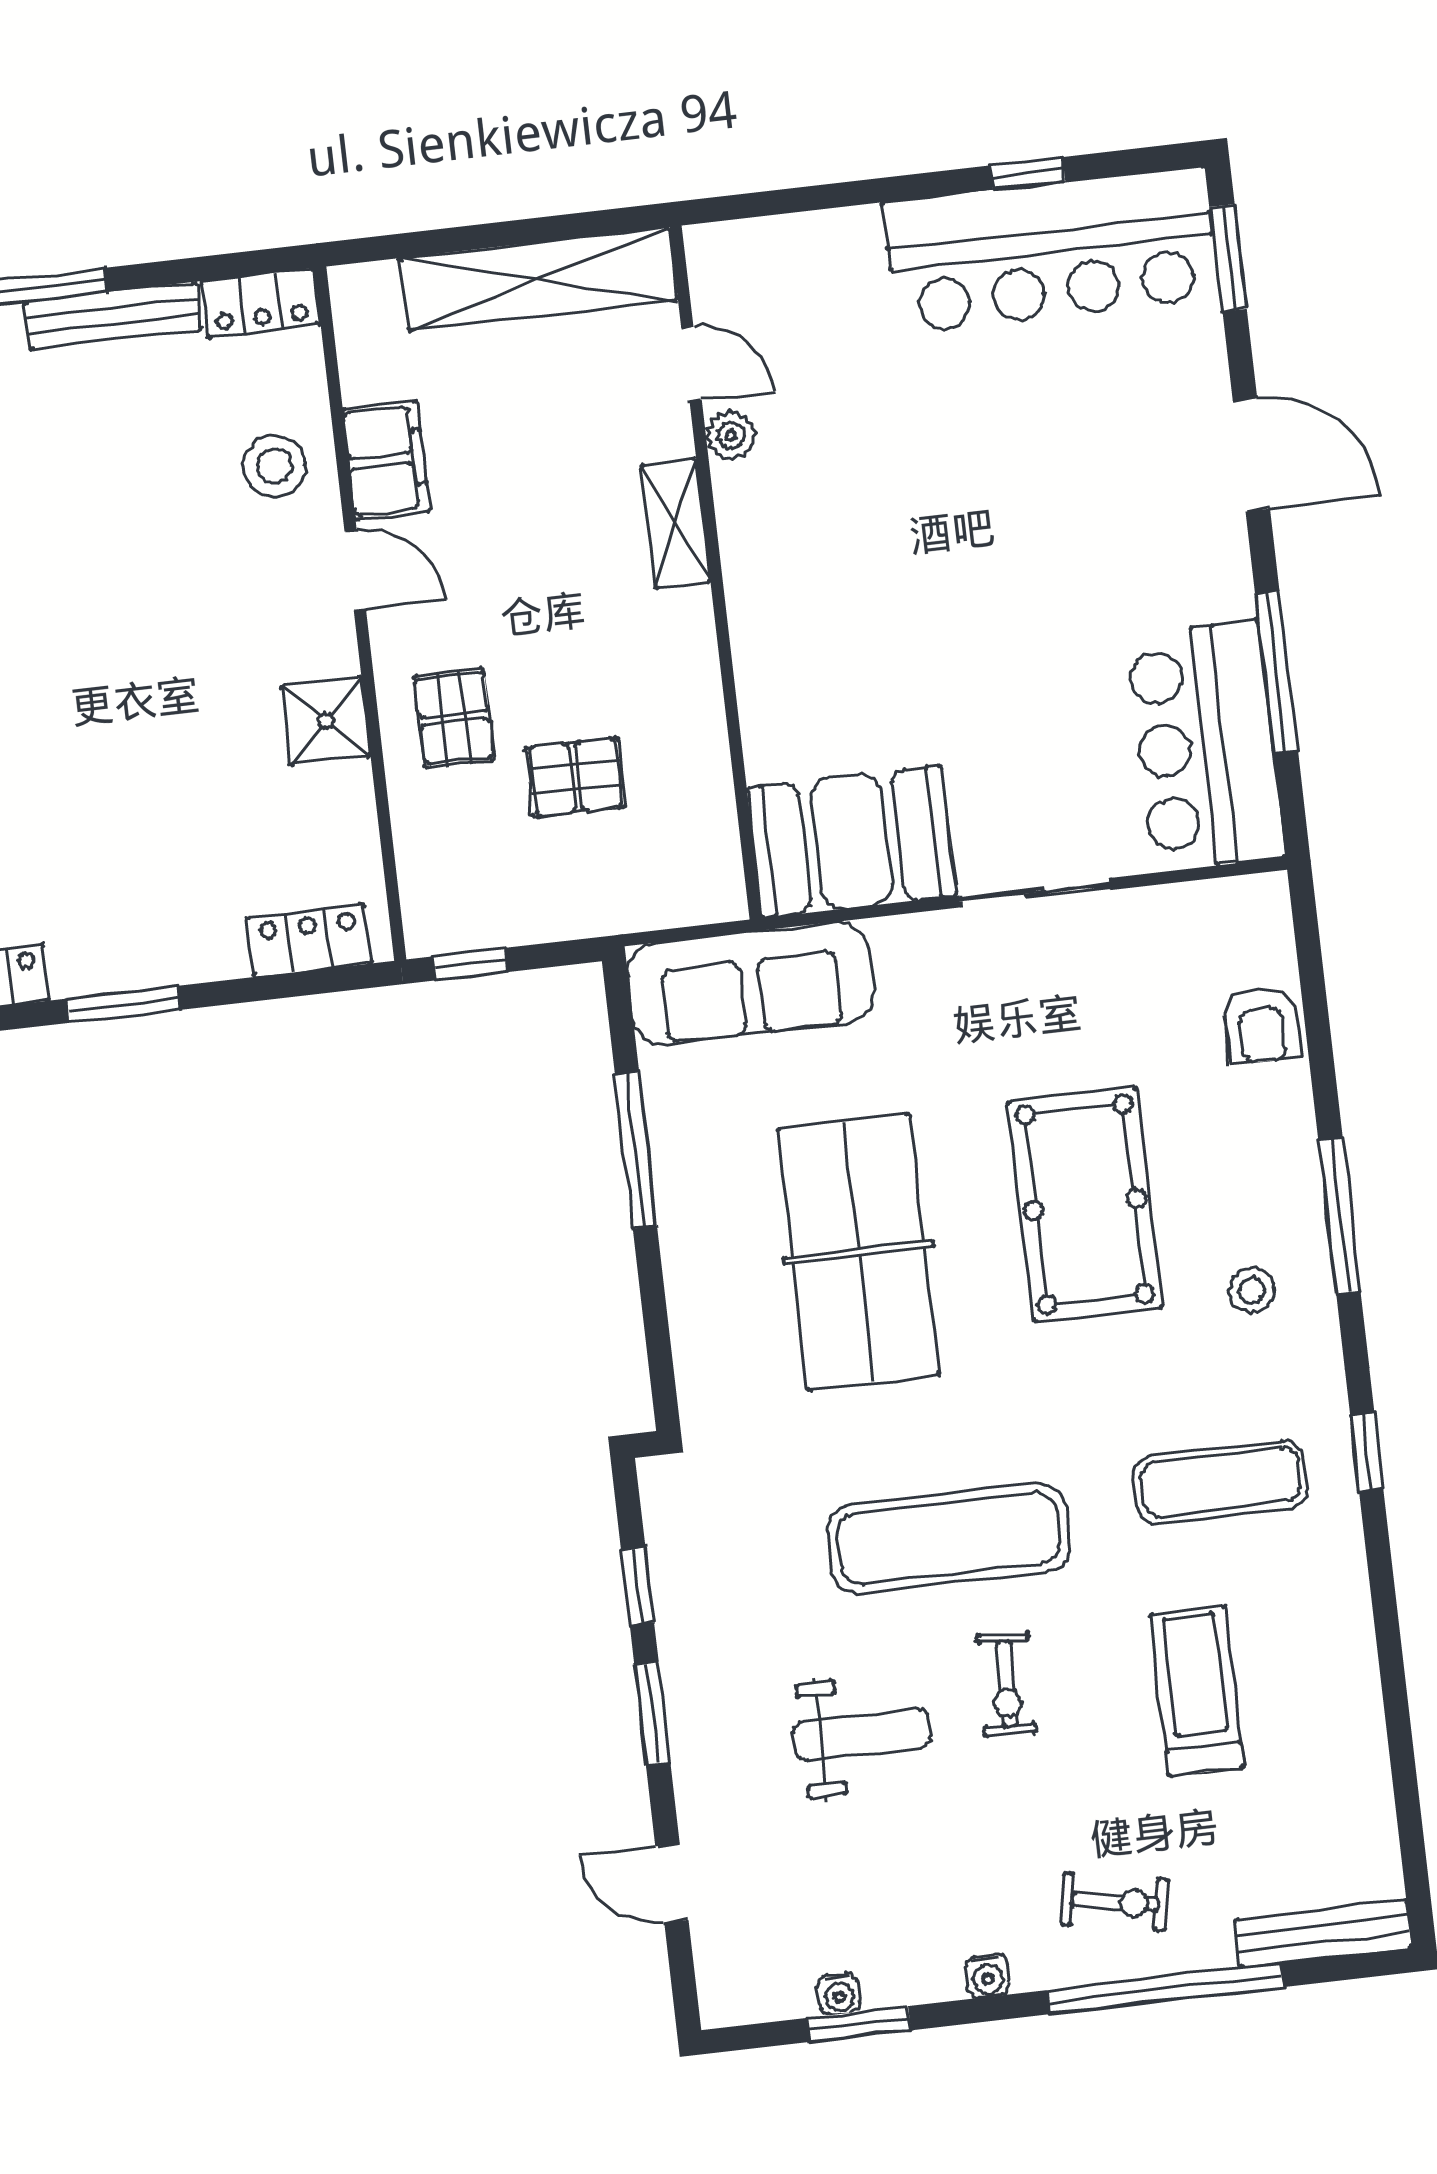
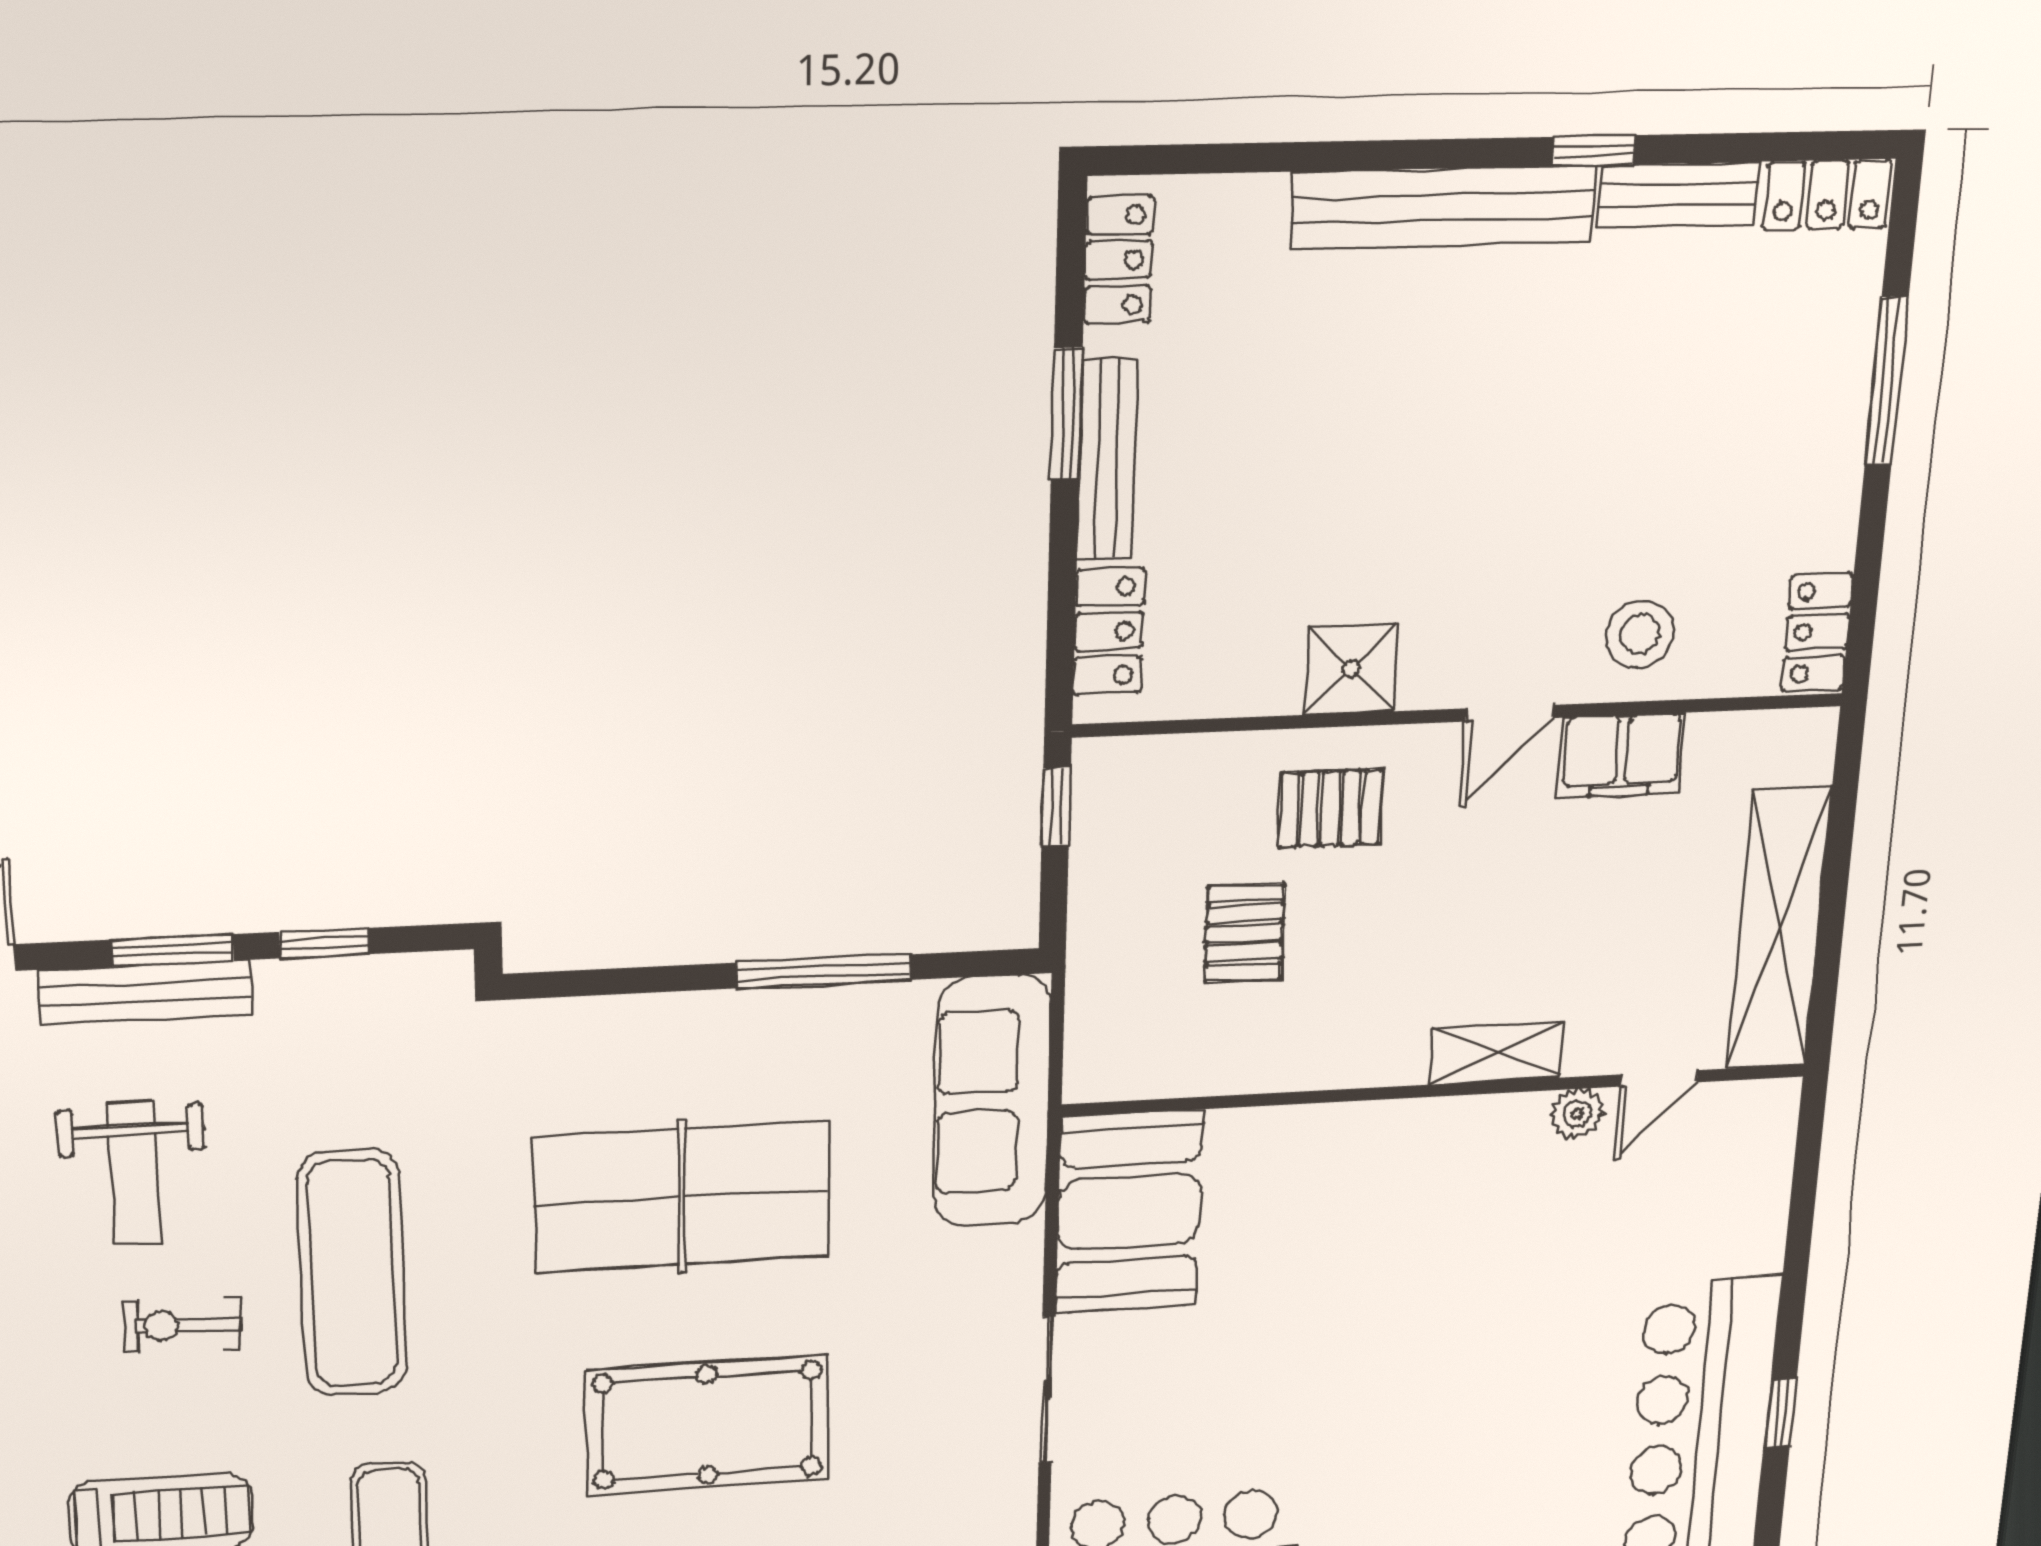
bench: (113, 316) -> (1108, 460), moved
bench: (692, 1734) -> (146, 992), added

